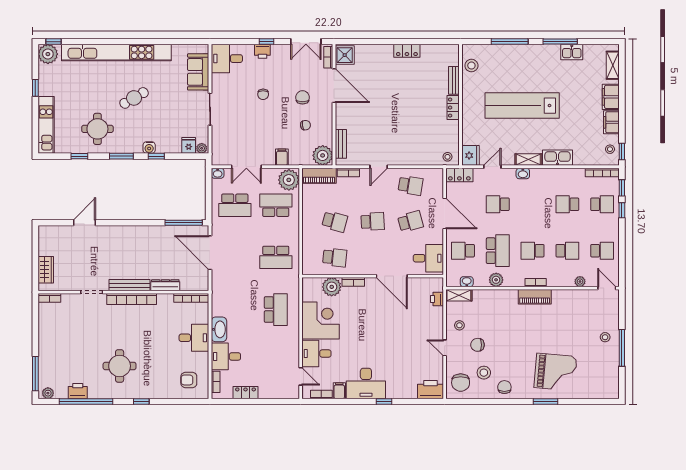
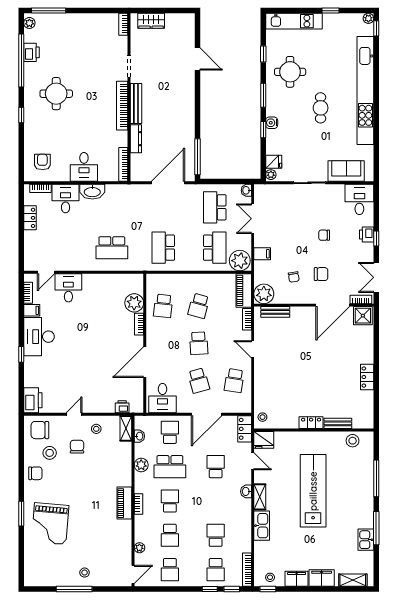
plant: (48, 54) -> (368, 18), width x0.53, depth x0.53
cafe table: (134, 98) -> (321, 108), turned 30
corner desk: (321, 320) -> (101, 292), removed

